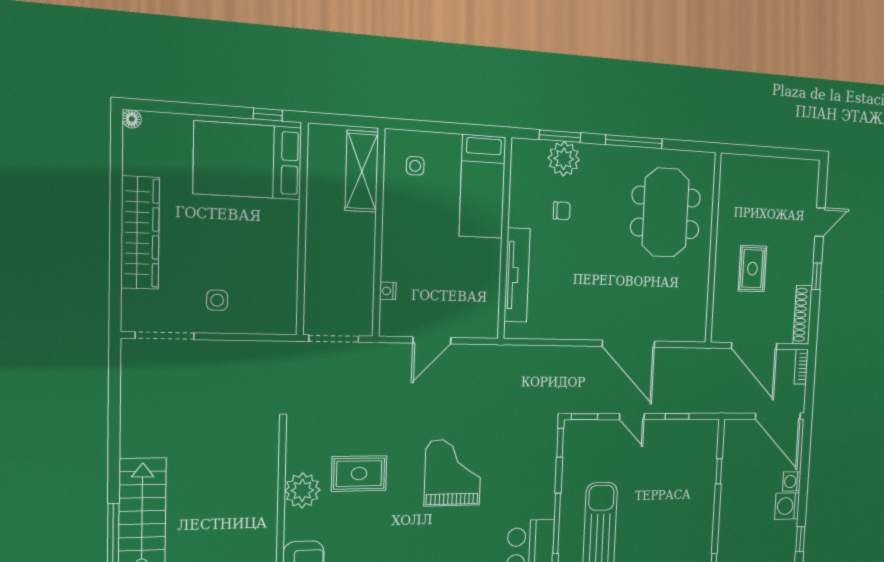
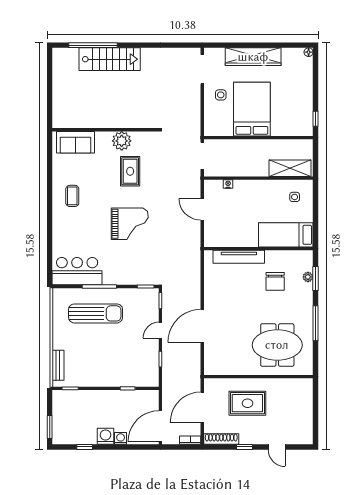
plant: (564, 159) -> (308, 277), width x0.53, depth x0.53
bed: (248, 161) -> (252, 109), moved
chair: (562, 211) -> (275, 281), width x1.87, depth x1.87
rug: (752, 269) -> (247, 403), width x1.36, depth x1.43

